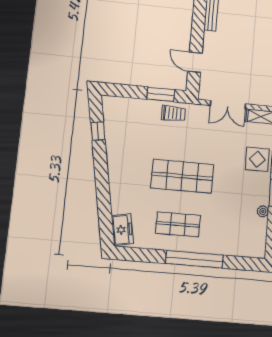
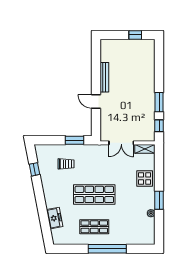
door: (195, 62) -> (96, 102), moved
trolley: (173, 113) -> (66, 164), moved
freezer: (122, 230) -> (55, 218), moved

